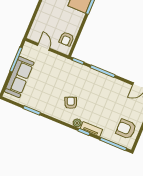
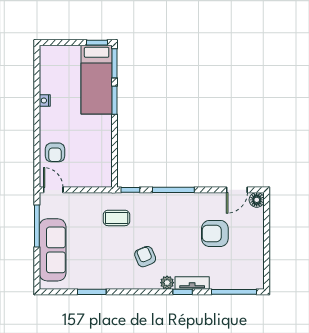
armchair: (66, 39) -> (55, 152), moved
door: (44, 47) -> (53, 190), moved
coffee table: (63, 74) -> (117, 218), added
armchair: (126, 129) -> (215, 233), moved

